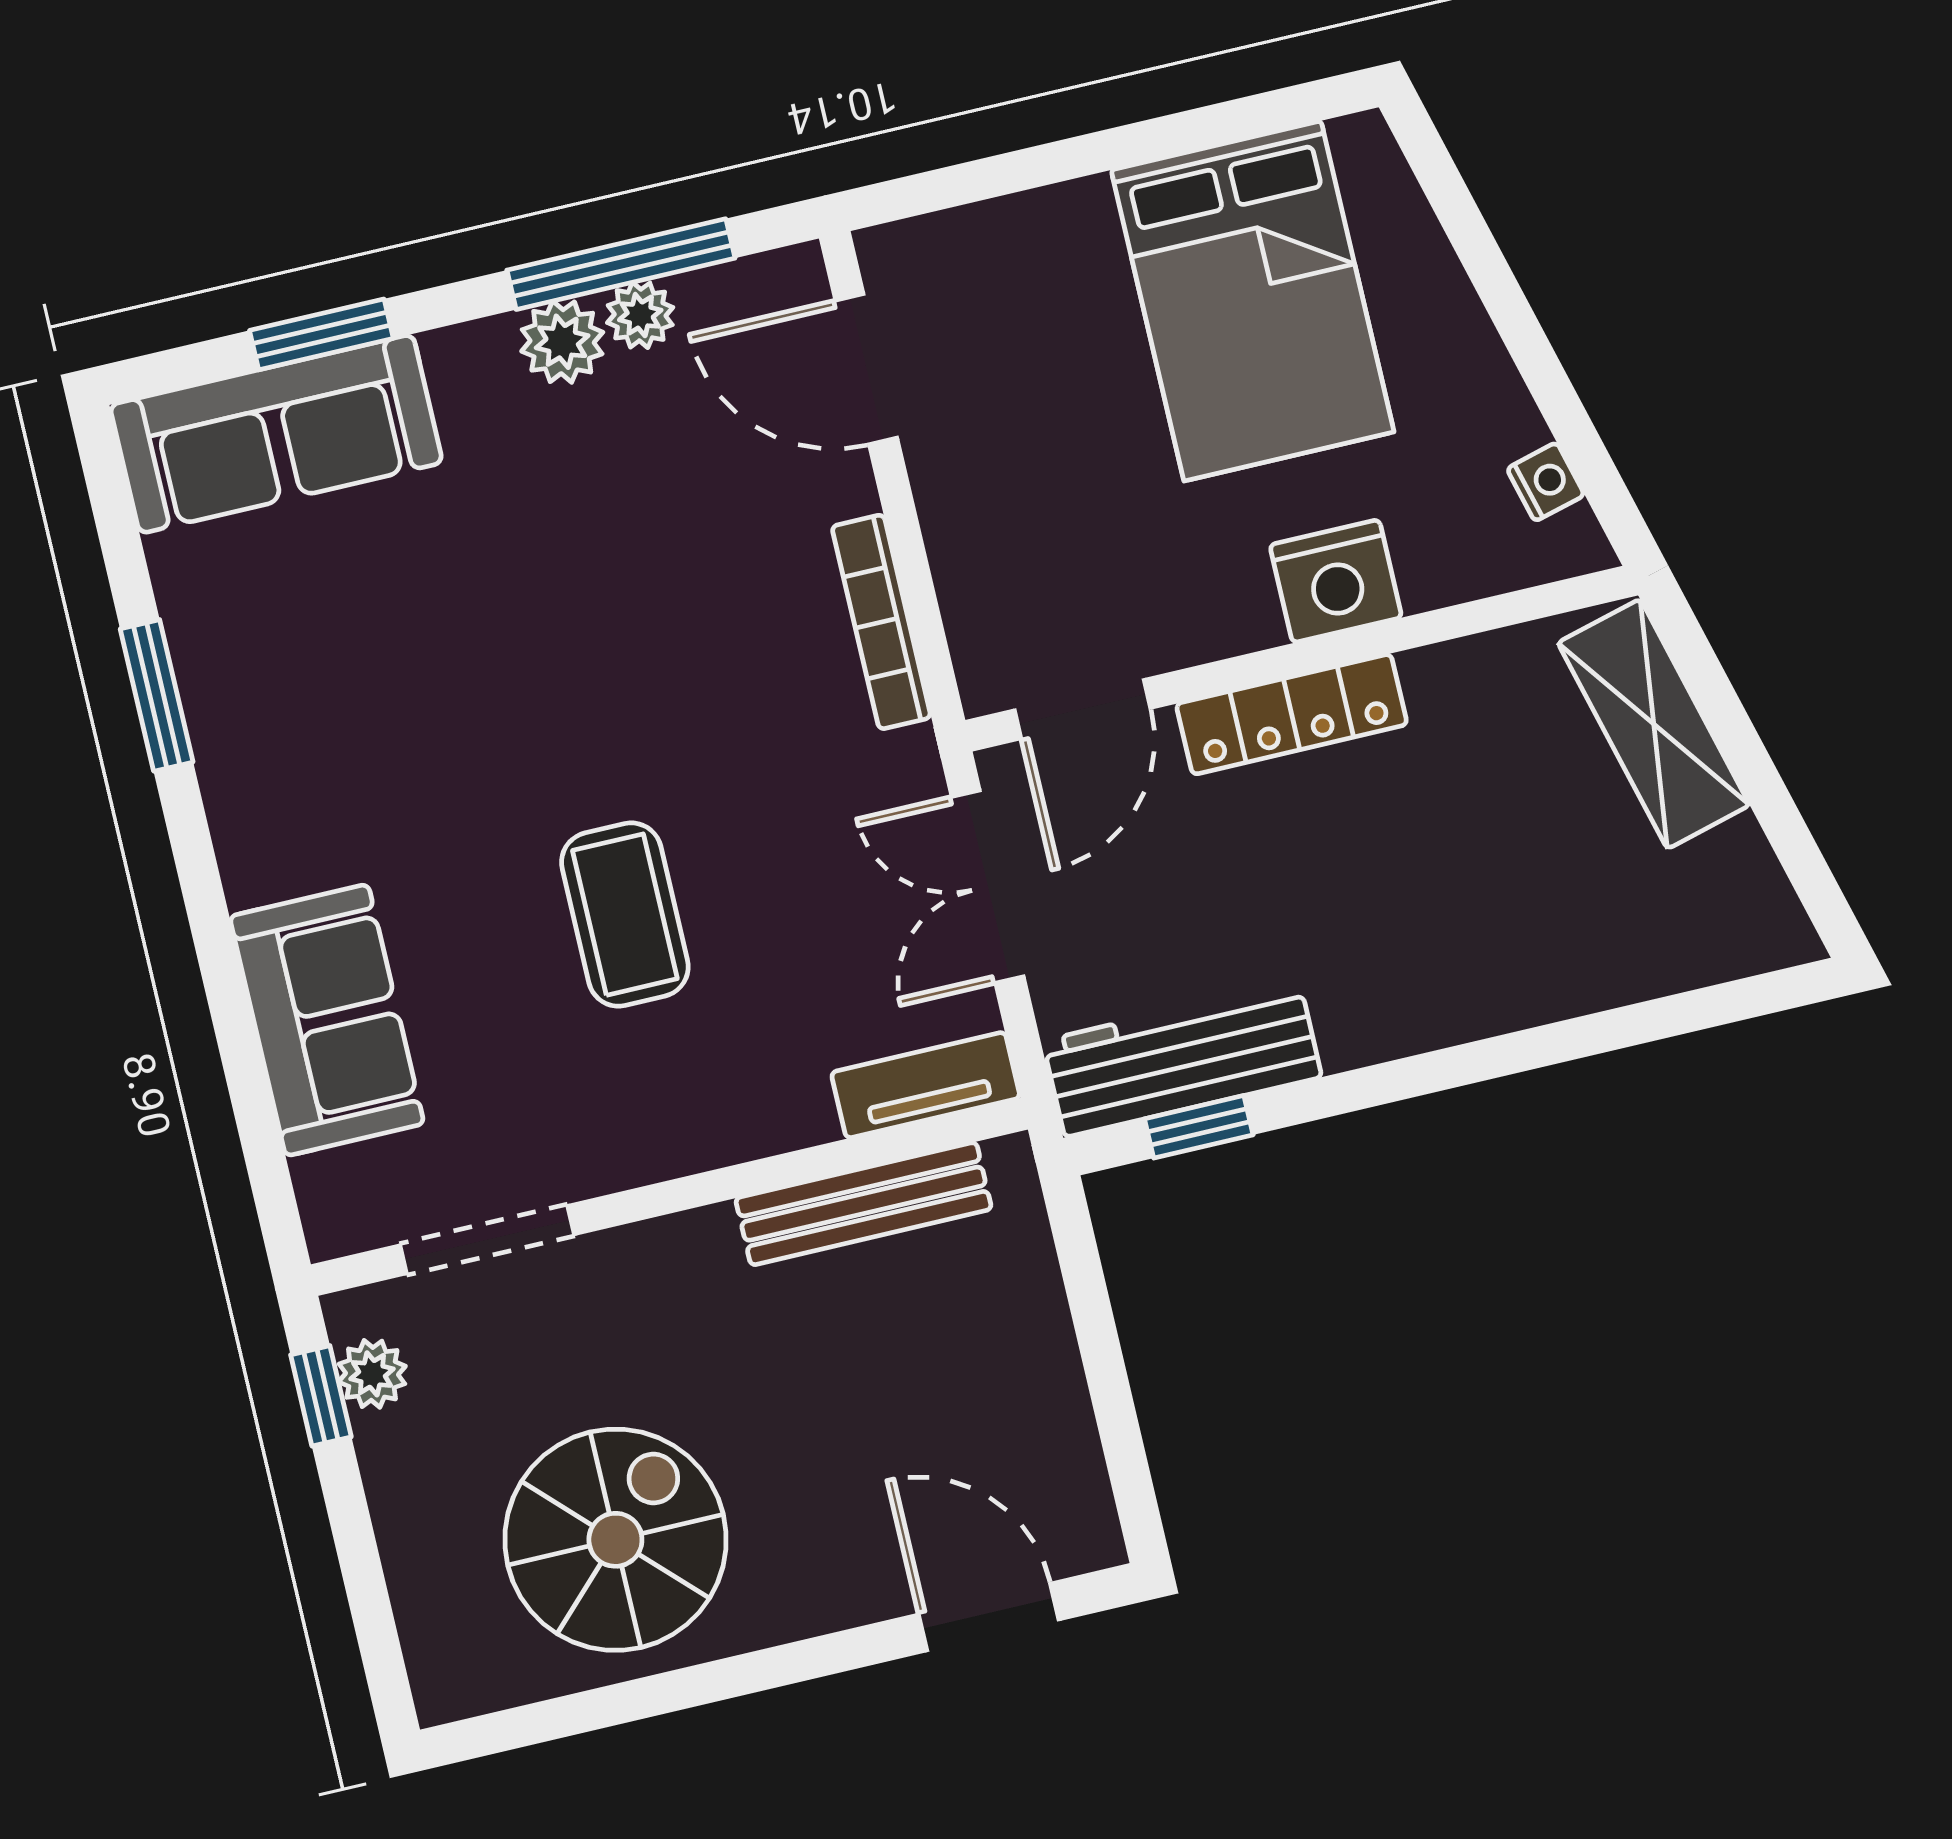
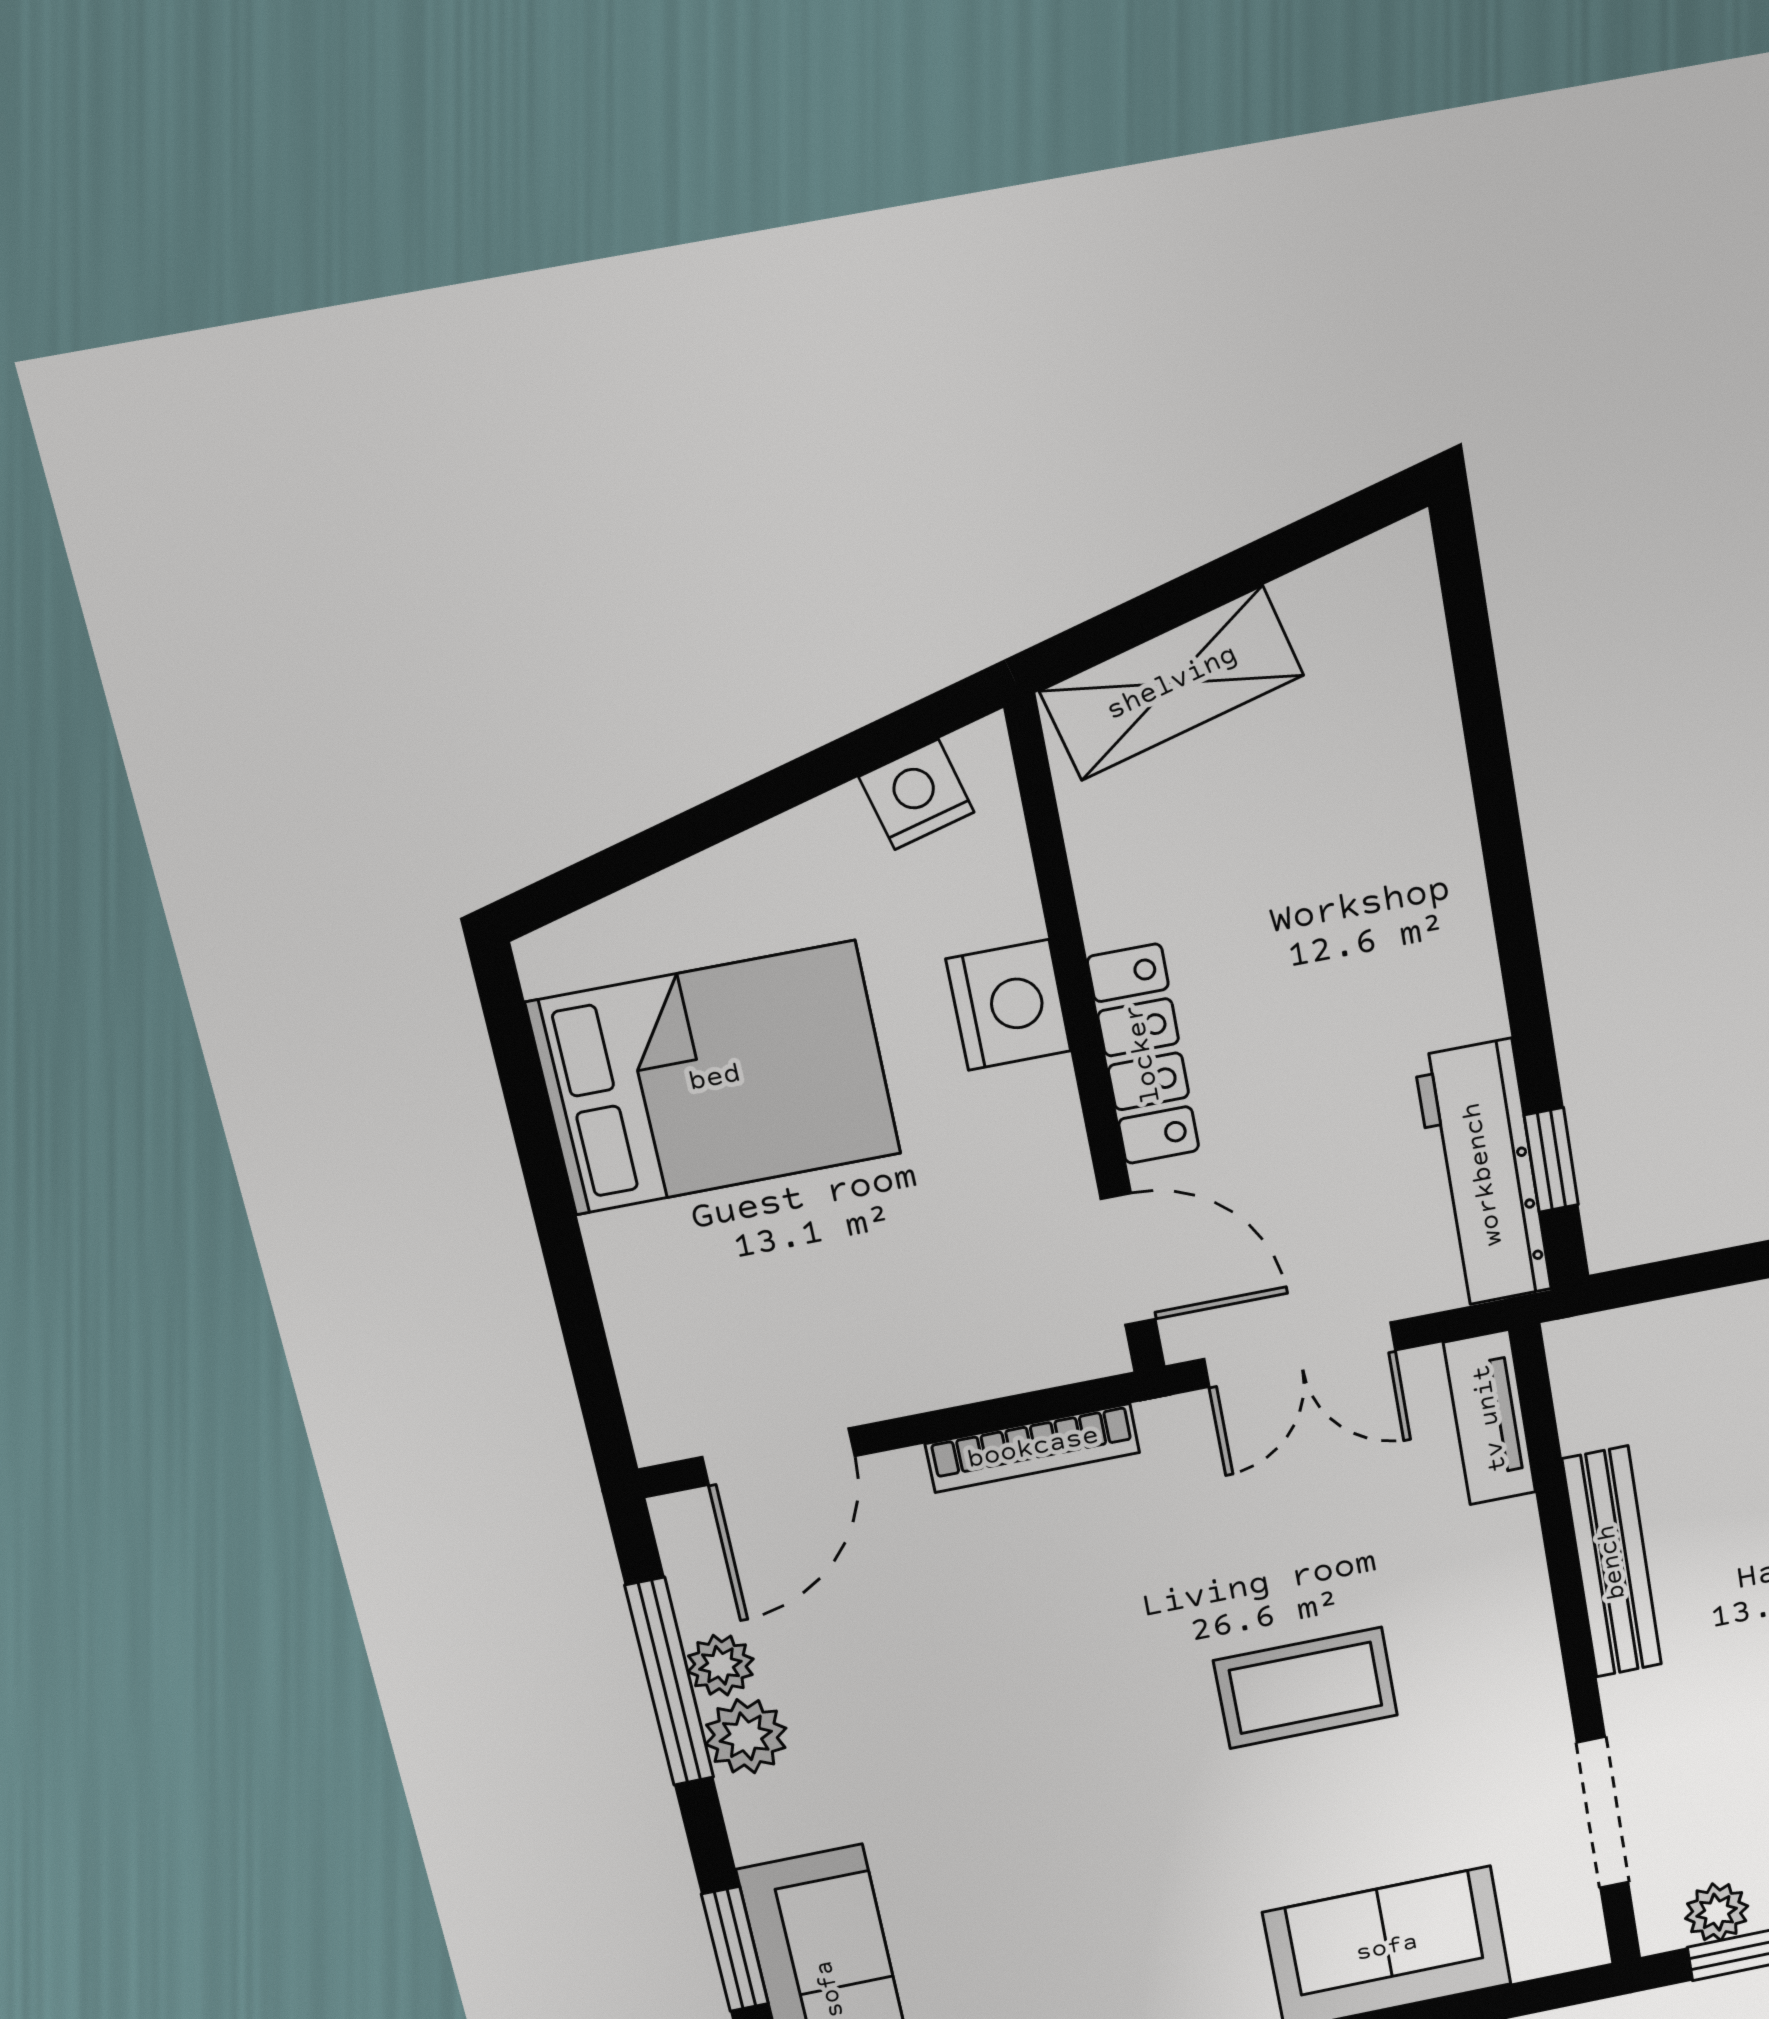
nightstand: (1546, 482) -> (917, 794), width x1.39, depth x1.35
bench: (864, 1204) -> (1612, 1562), moved

